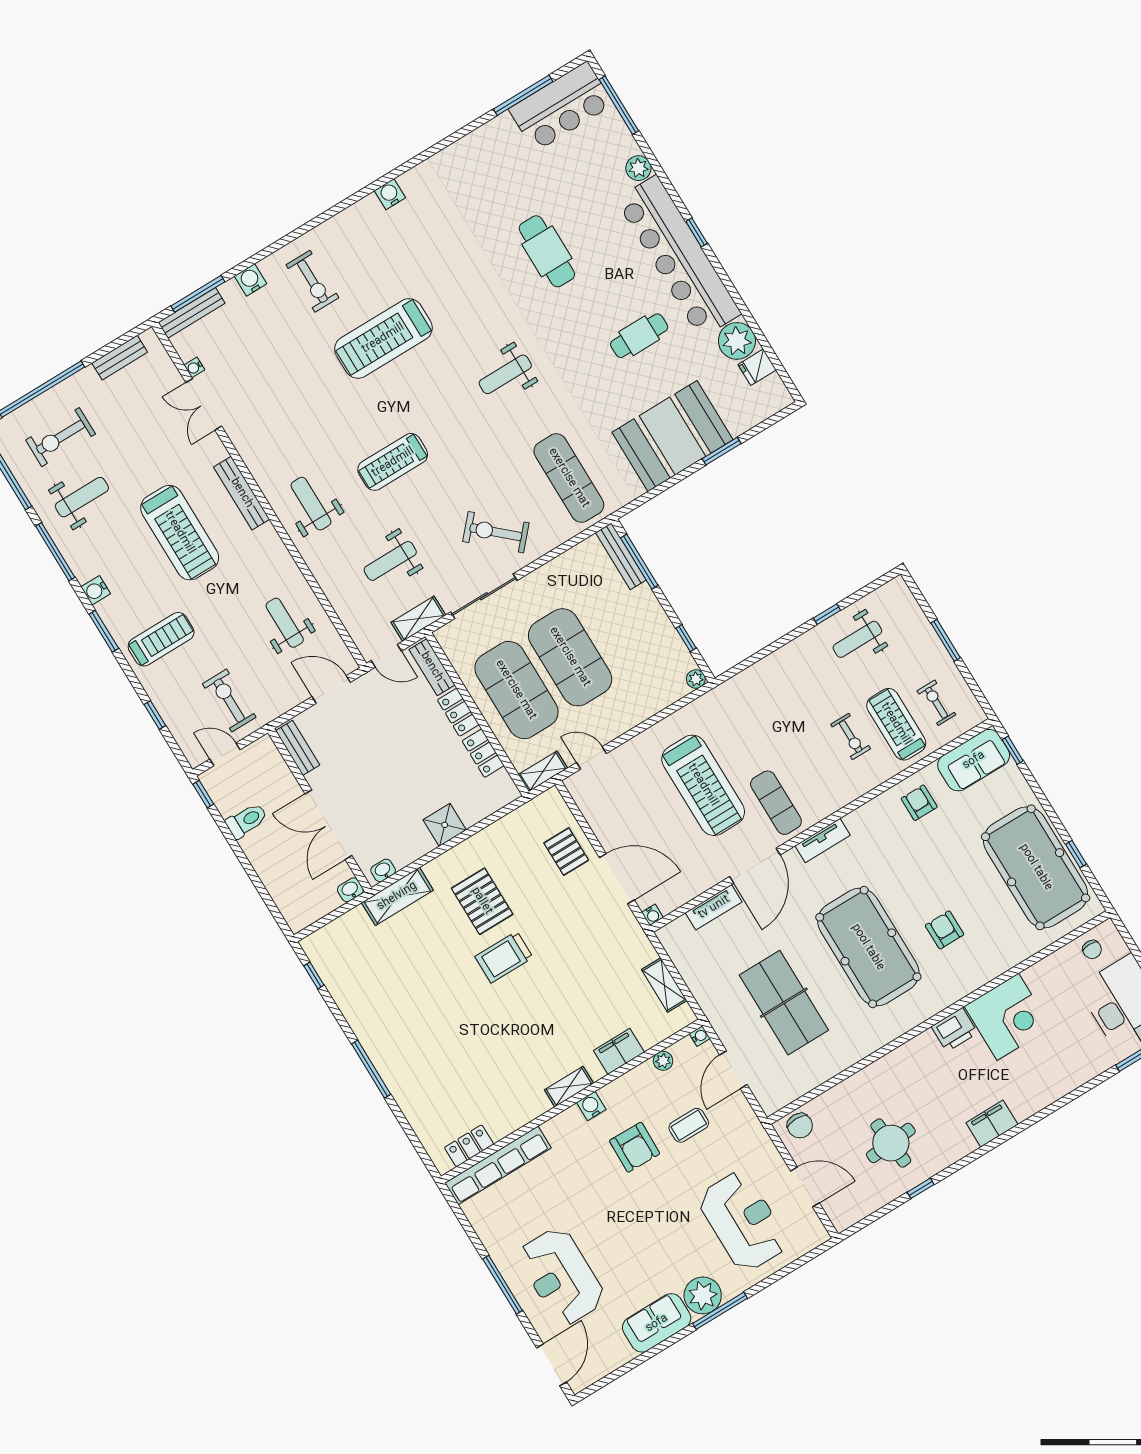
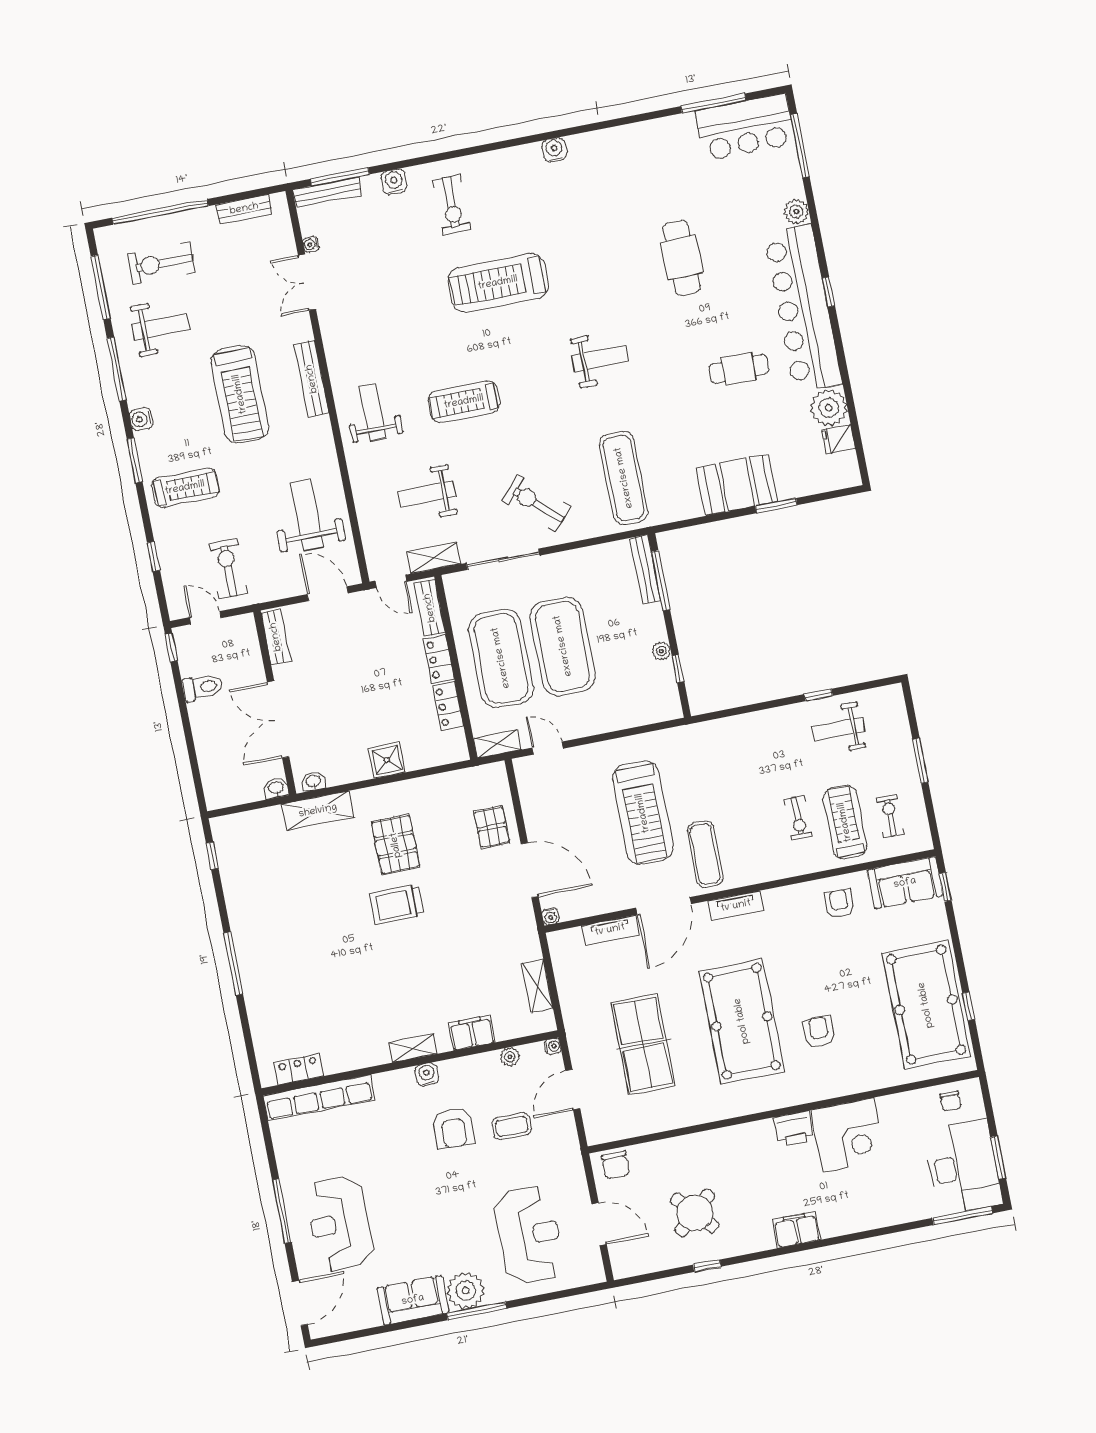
weight bench: (505, 374) -> (600, 359), turned 180
booth: (672, 436) -> (737, 485), width x0.73, depth x0.70
weight bench: (285, 623) -> (307, 515), width x1.36, depth x1.33
plant: (696, 679) -> (661, 651), moved
round table: (891, 1143) -> (695, 1213), turned -37

